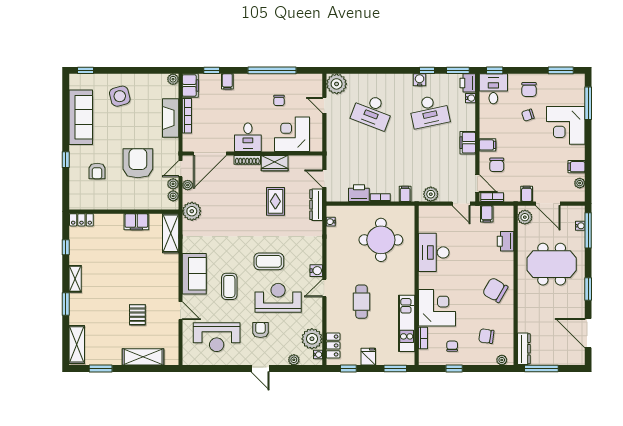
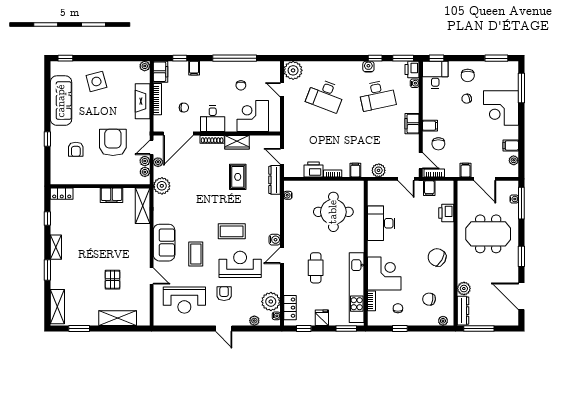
chair: (216, 125) -> (184, 108), added
plant: (525, 217) -> (464, 289), moved
kitchen unit: (407, 323) -> (357, 288), width x1.36

